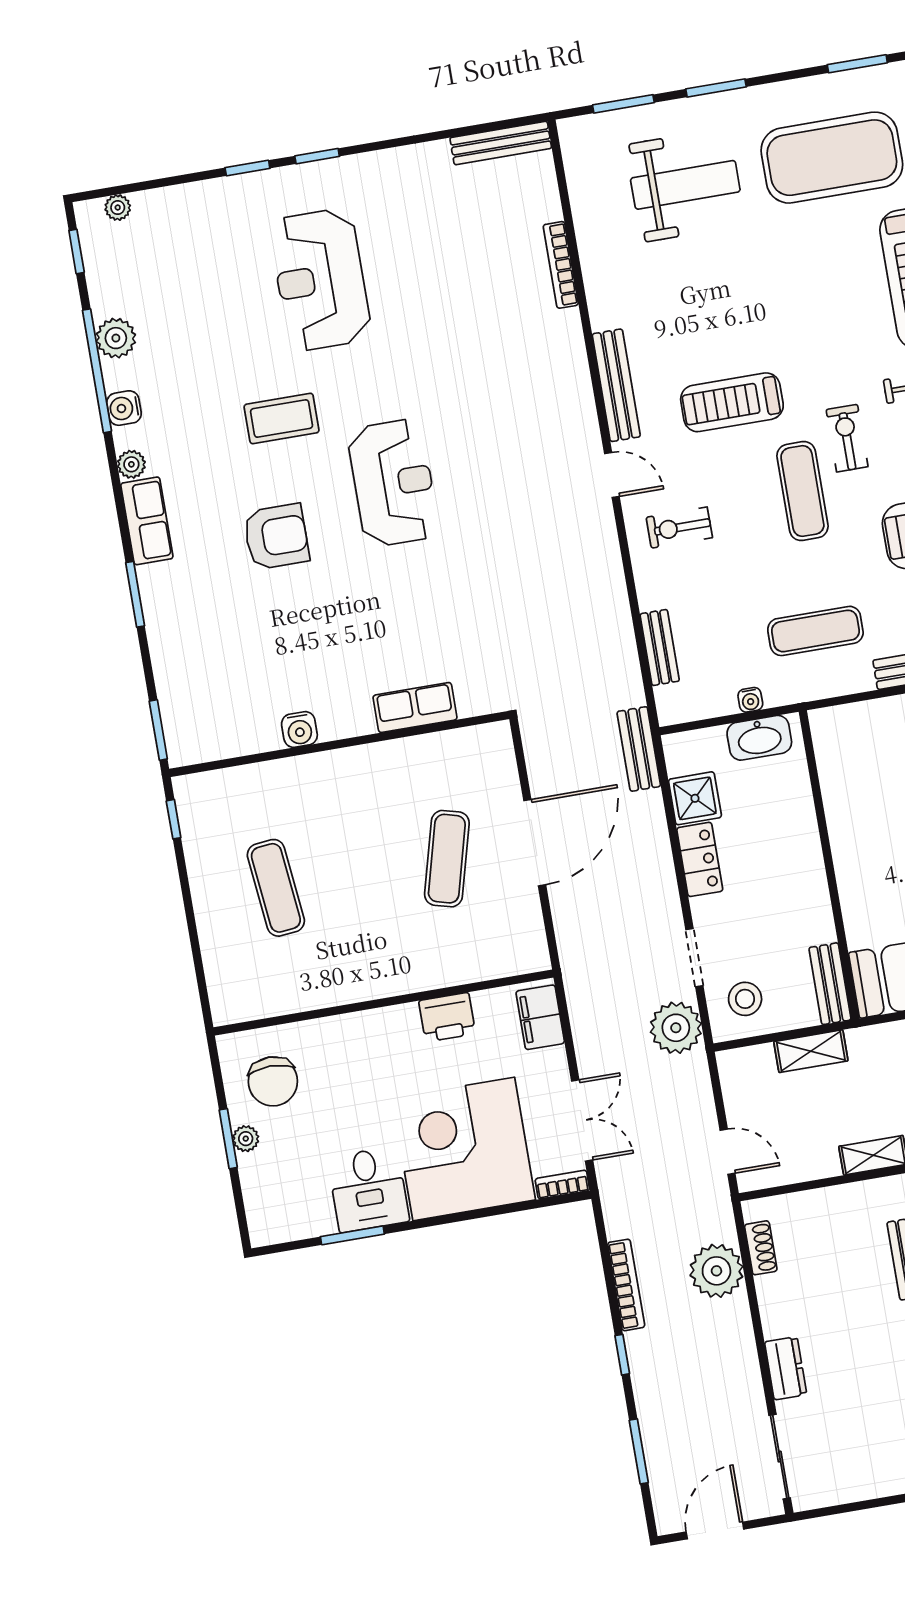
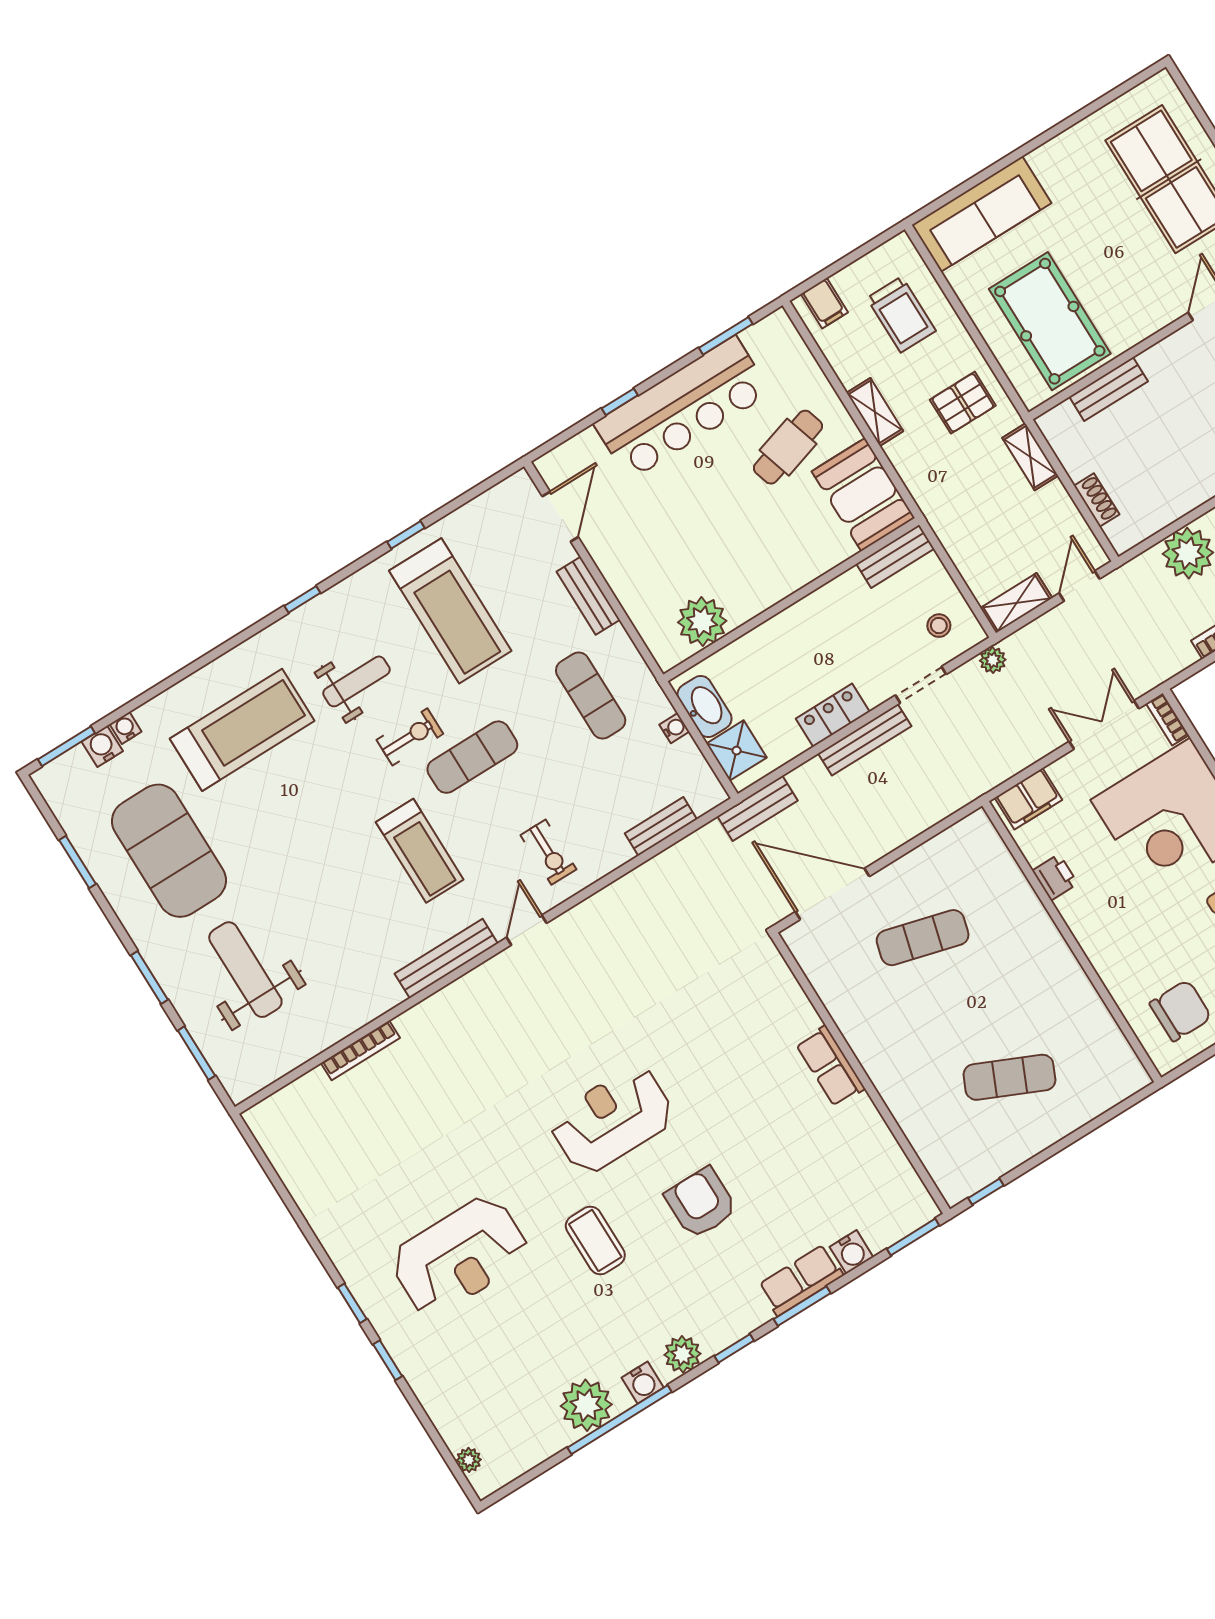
bench: (501, 143) -> (865, 740), moved, turned 90
window: (77, 252) -> (734, 1348), moved
plant: (116, 338) -> (586, 1405), width x1.36, depth x1.36
exercise bike: (847, 438) -> (410, 737), turned 180
plant: (131, 464) -> (682, 1354), width x1.38, depth x1.38
row of seats: (147, 521) -> (801, 1280), moved
row of seats: (415, 708) -> (830, 1066), moved
water cooler: (299, 730) -> (851, 1252), moved, turned 90
plant: (843, 769) -> (702, 622), added
shower: (695, 798) -> (737, 751), moved
door: (535, 843) -> (832, 894), moved
exercise mat: (276, 888) -> (1009, 1077), turned 30
stool: (745, 999) -> (939, 626), width x0.73, depth x0.73
printer: (447, 1017) -> (1055, 877), width x0.73, depth x0.81
plant: (676, 1028) -> (993, 660), width x0.53, depth x0.53
shelving: (811, 1051) -> (1016, 603), moved, turned 90
shoe rack: (761, 1248) -> (1097, 500), moved, turned 90

